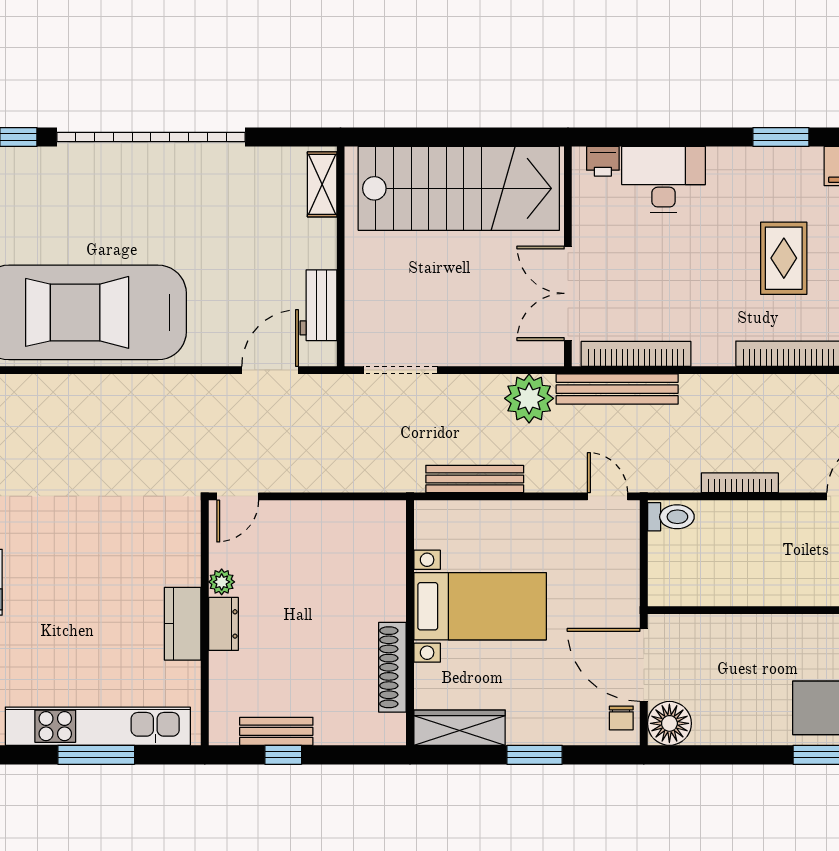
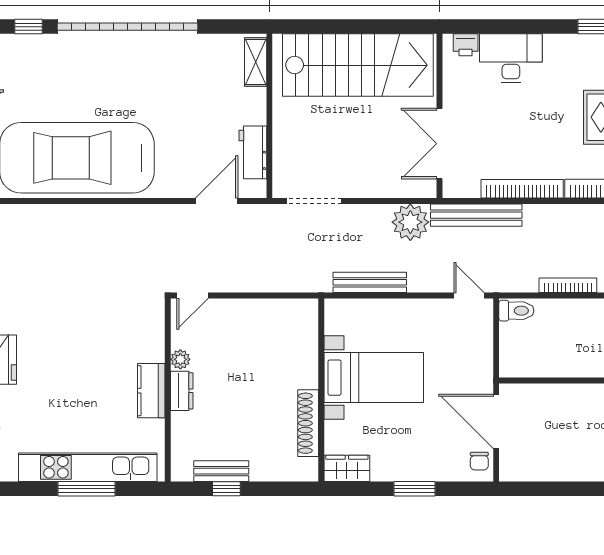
bookcase: (636, 354) -> (522, 189), moved
floor lamp: (669, 723) -> (515, 465), removed
wardrobe: (459, 728) -> (347, 468), width x0.67

